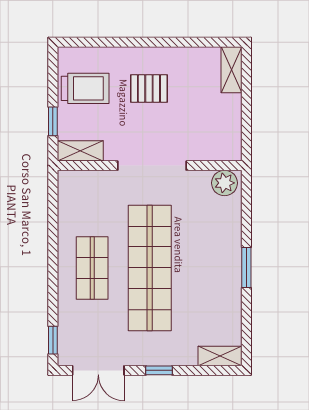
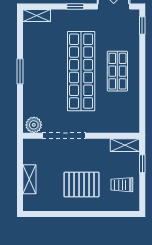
shelving: (231, 70) -> (29, 179), moved
trolley: (85, 88) -> (122, 185), width x0.73, depth x0.72
pallet: (149, 88) -> (82, 185), width x1.50, depth x1.42
doorway: (152, 166) -> (64, 136), moved

